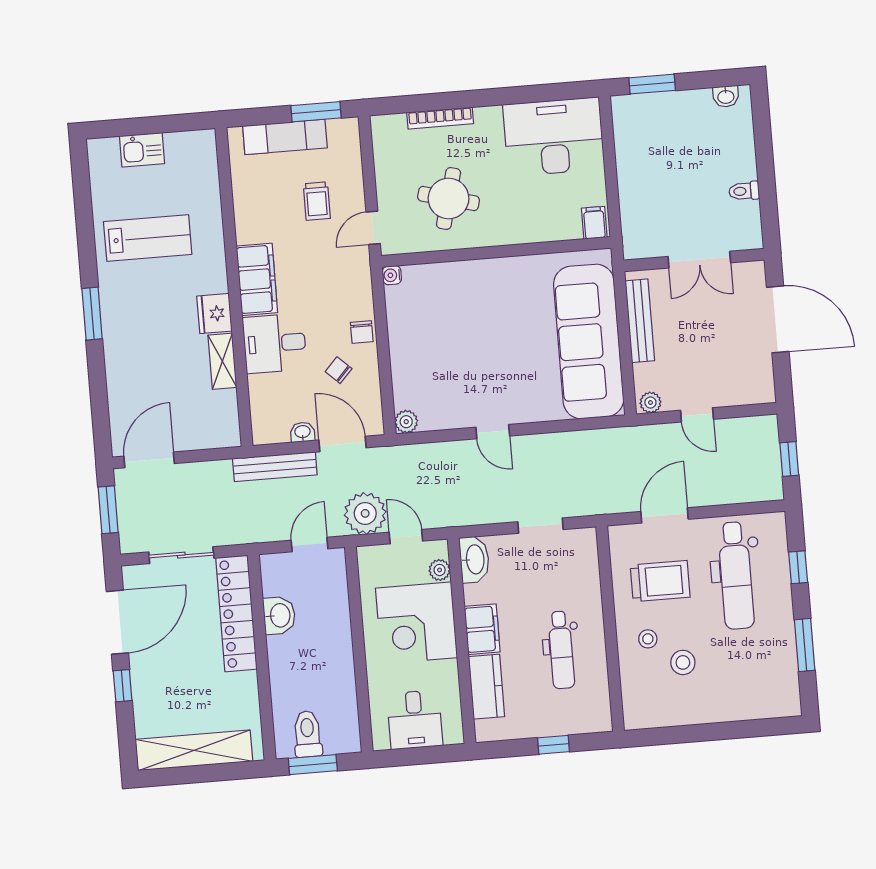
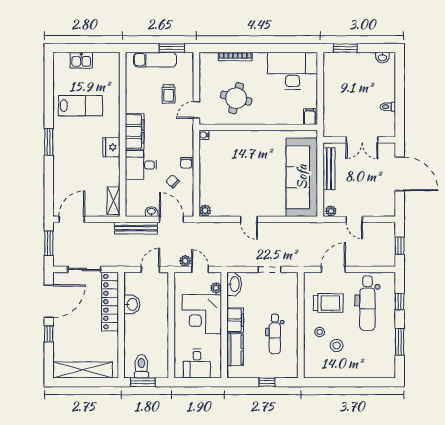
shelving: (222, 361) -> (113, 201), moved
plant: (365, 513) -> (185, 261), width x0.53, depth x0.53

